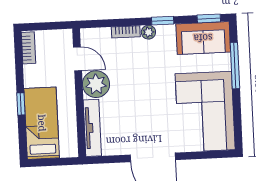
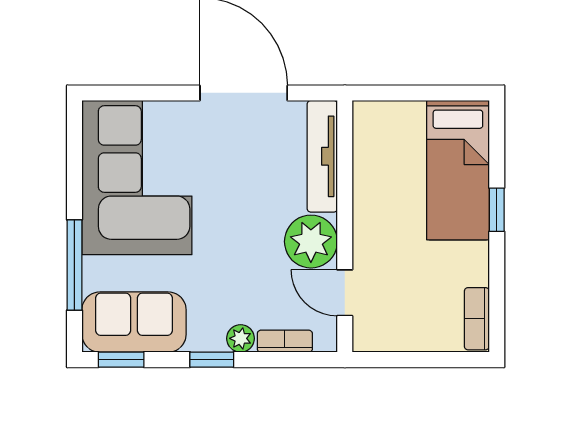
door: (77, 59) -> (345, 293), moved
plant: (96, 84) -> (311, 242), moved
wall: (79, 93) -> (345, 226), moved
tv unit: (92, 128) -> (322, 156), moved

